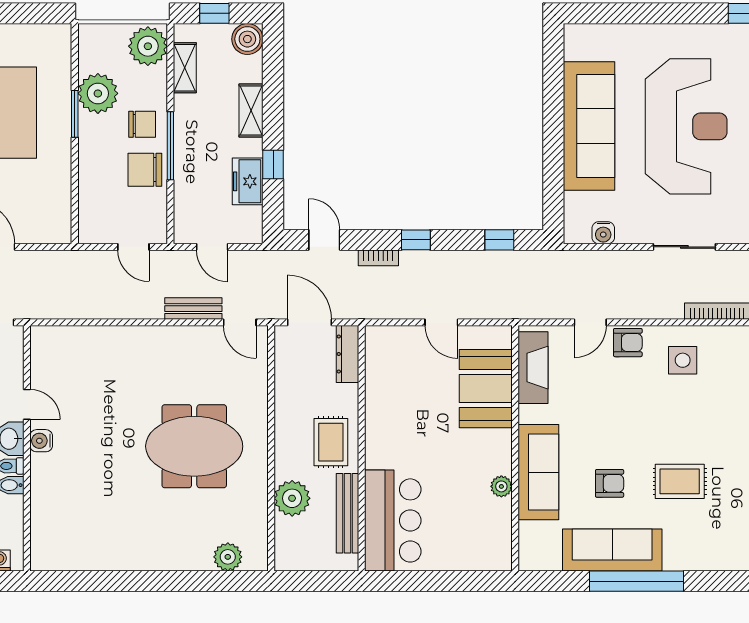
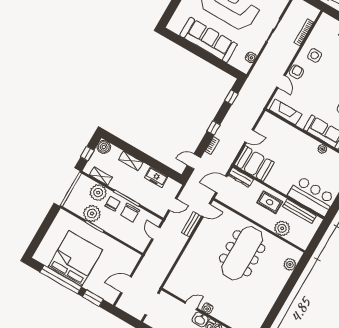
plant: (148, 46) -> (98, 193), moved
window: (273, 165) -> (155, 164), removed
door: (133, 247) -> (156, 233), swing flipped
booth: (486, 389) -> (254, 164), moved
meeting table: (194, 446) -> (242, 253), width x1.36

